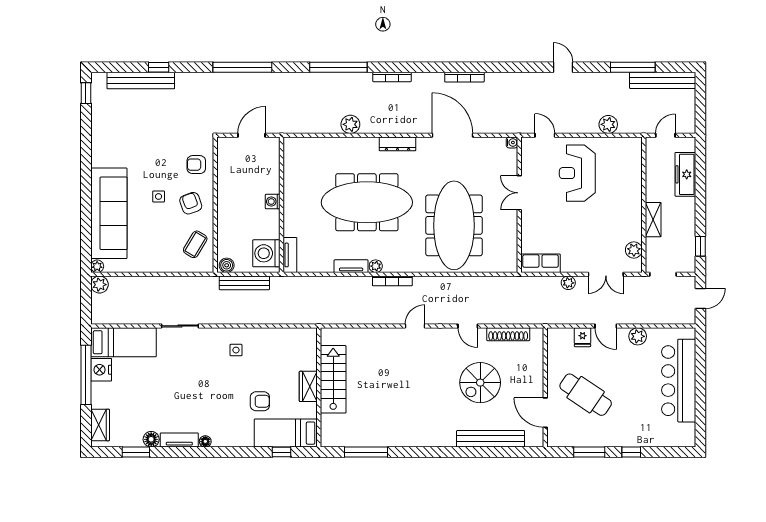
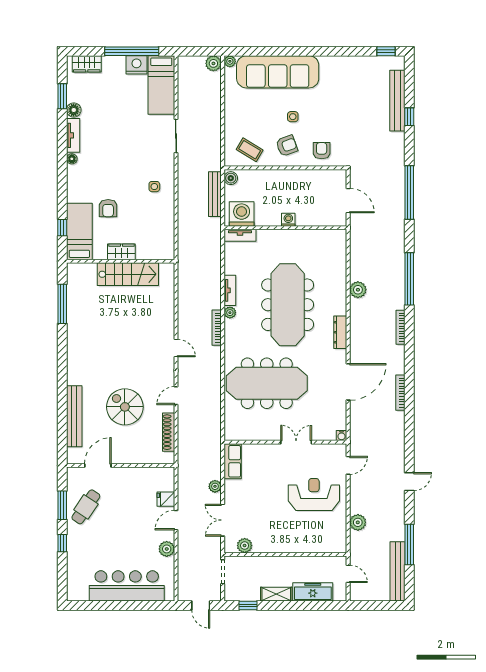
shelving: (653, 220) -> (276, 594), moved
cafe table: (586, 395) -> (86, 507), moved, width x0.73, depth x0.74

